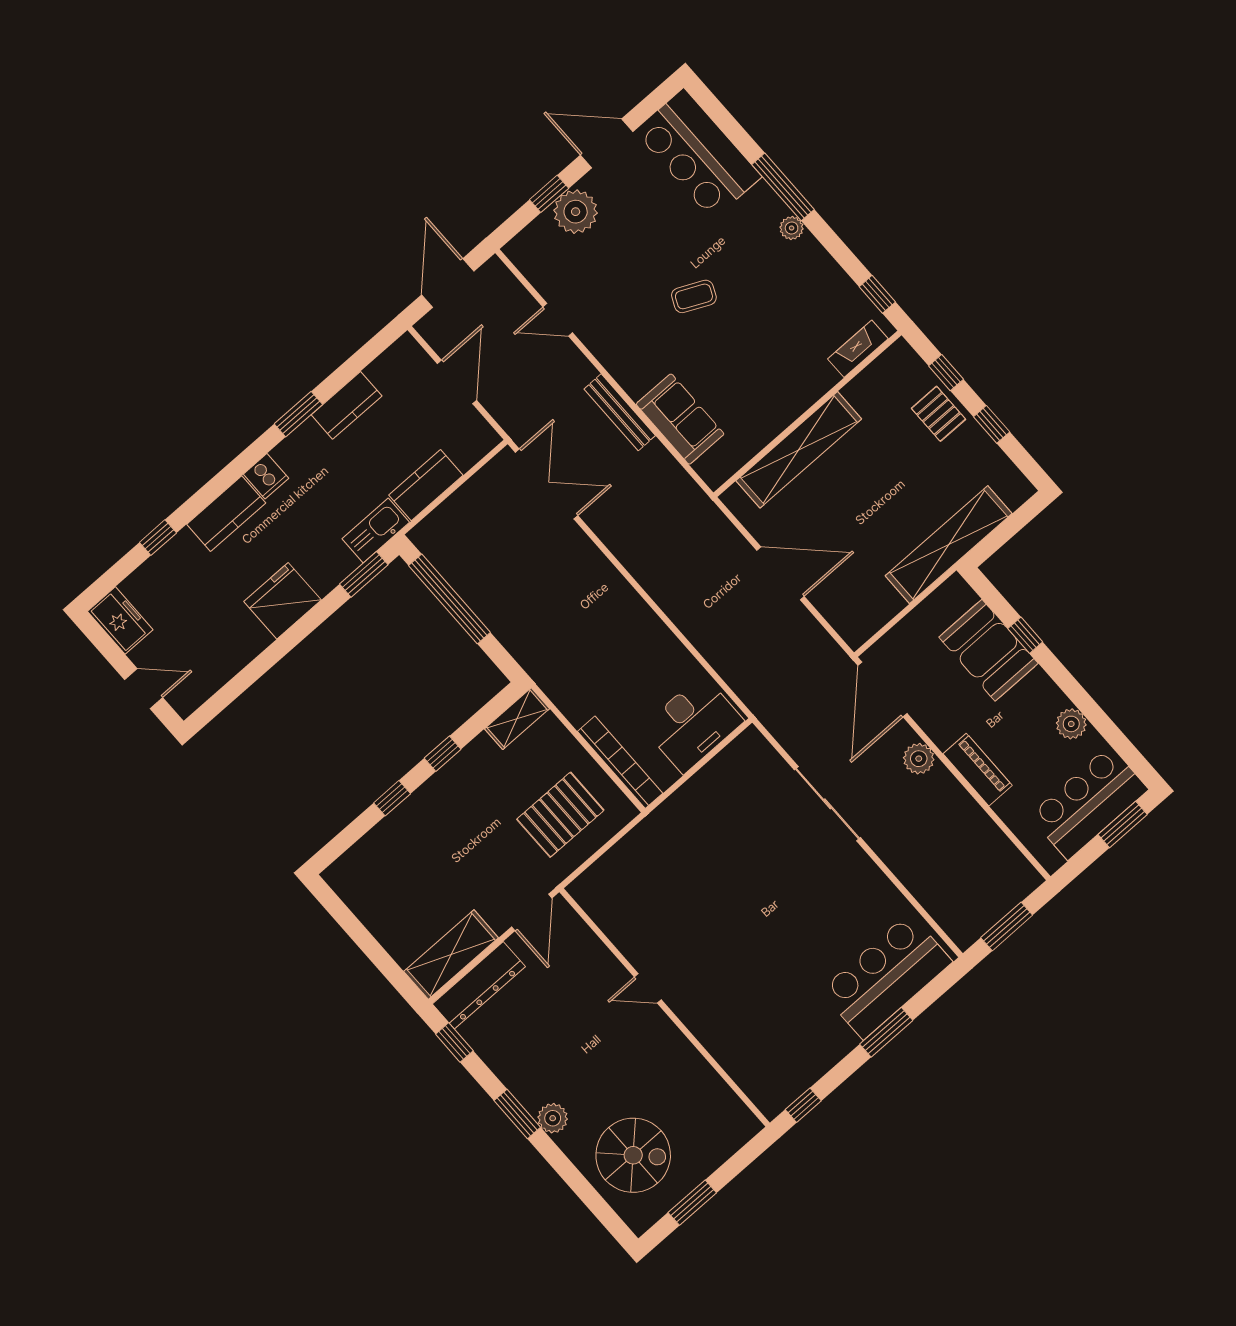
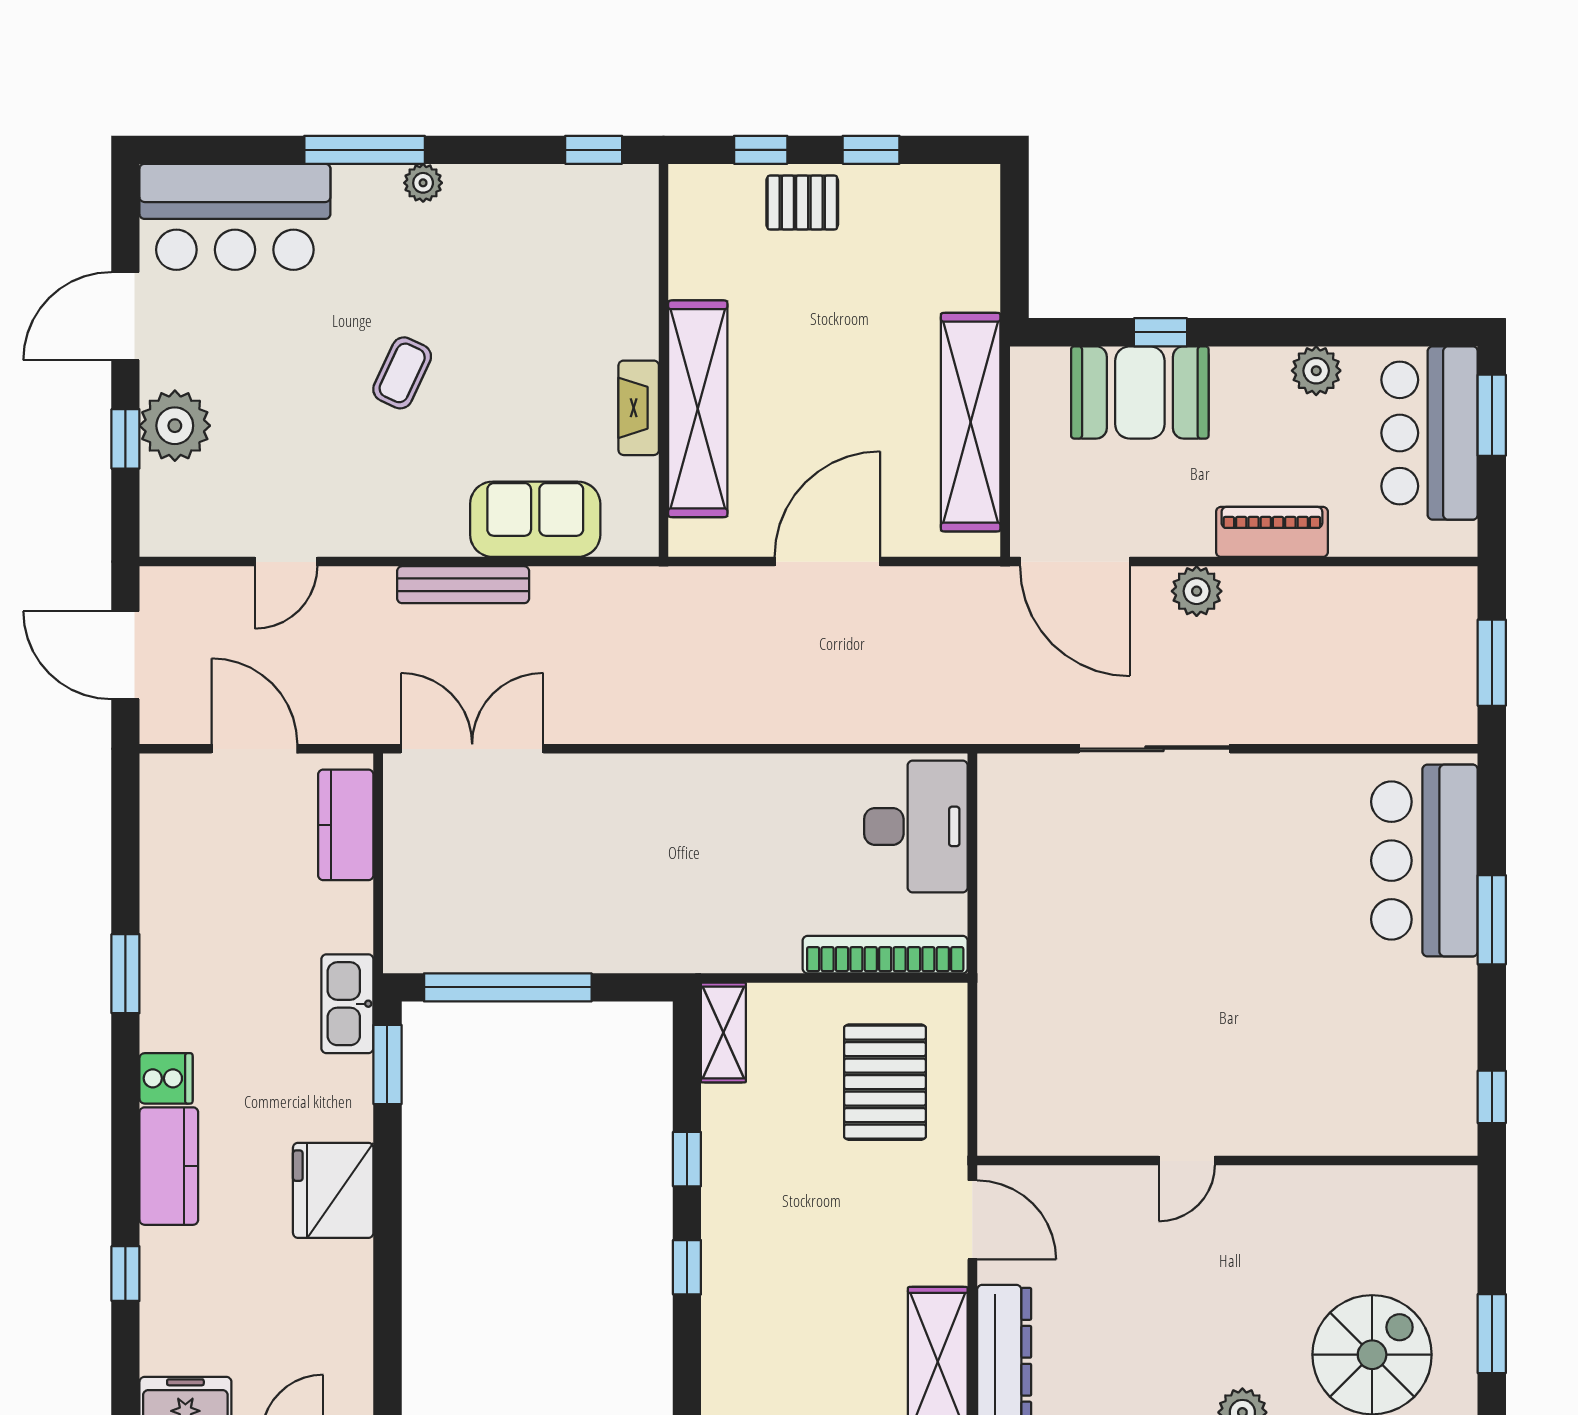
fireplace: (858, 349) -> (639, 408), moved
kitchen counter: (347, 405) -> (166, 906), removed
kitchen counter: (426, 485) -> (346, 825), moved
shelving: (949, 545) -> (971, 422), moved

